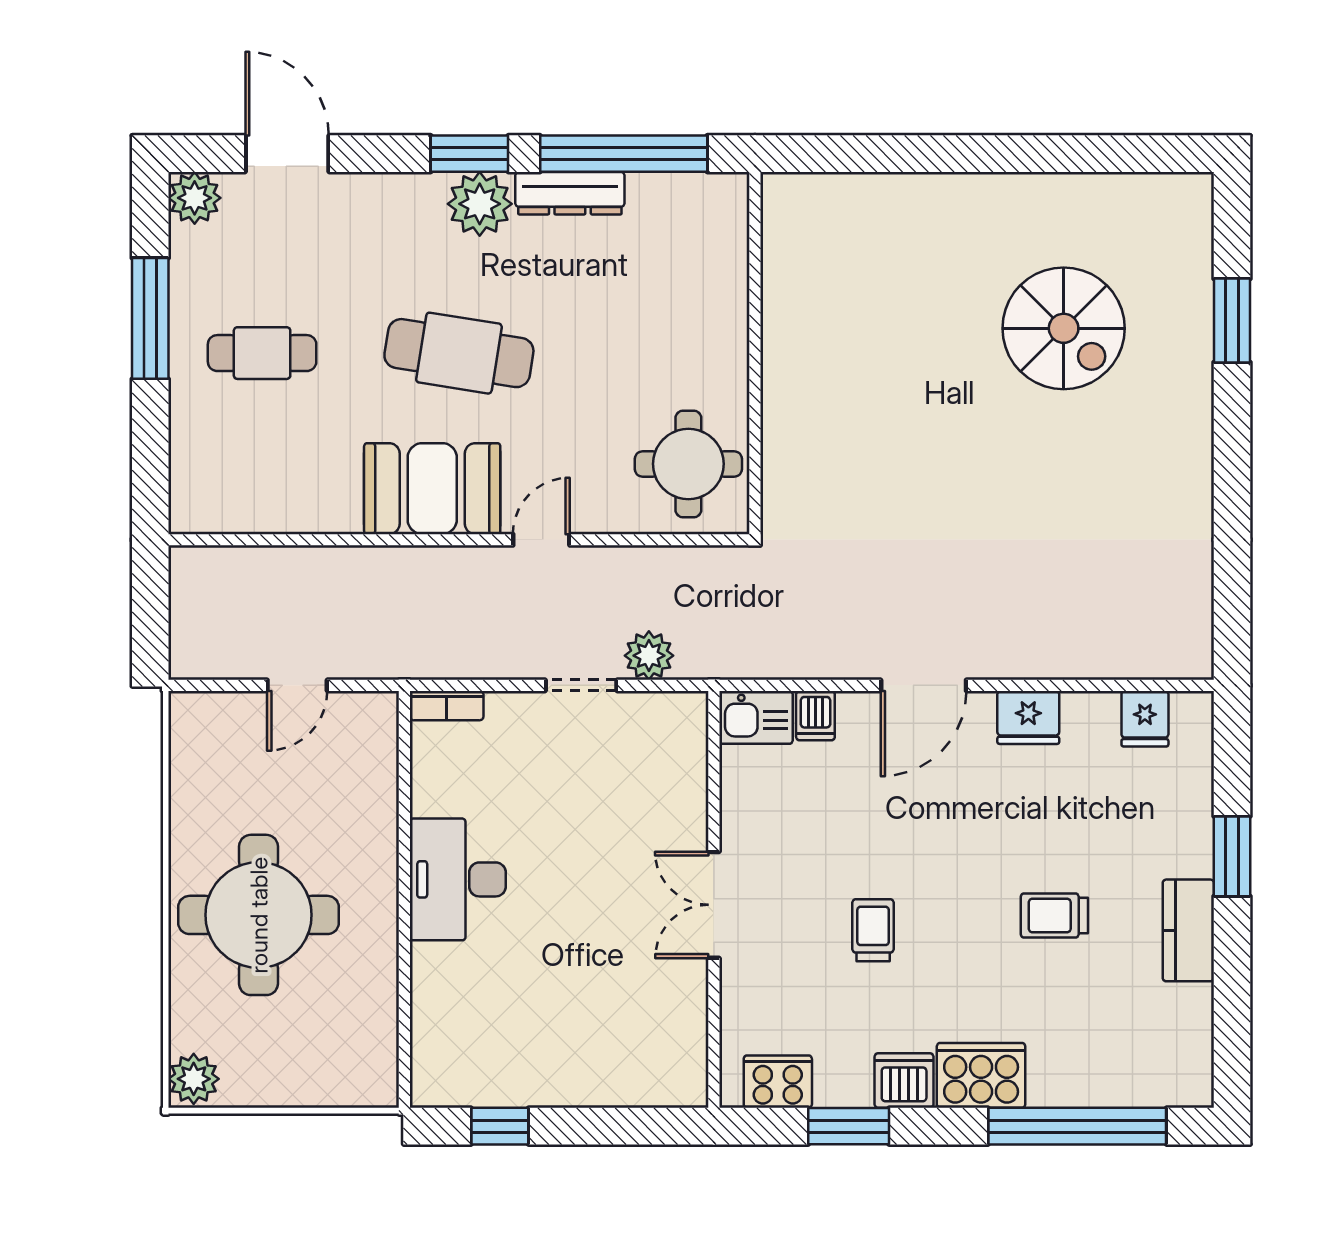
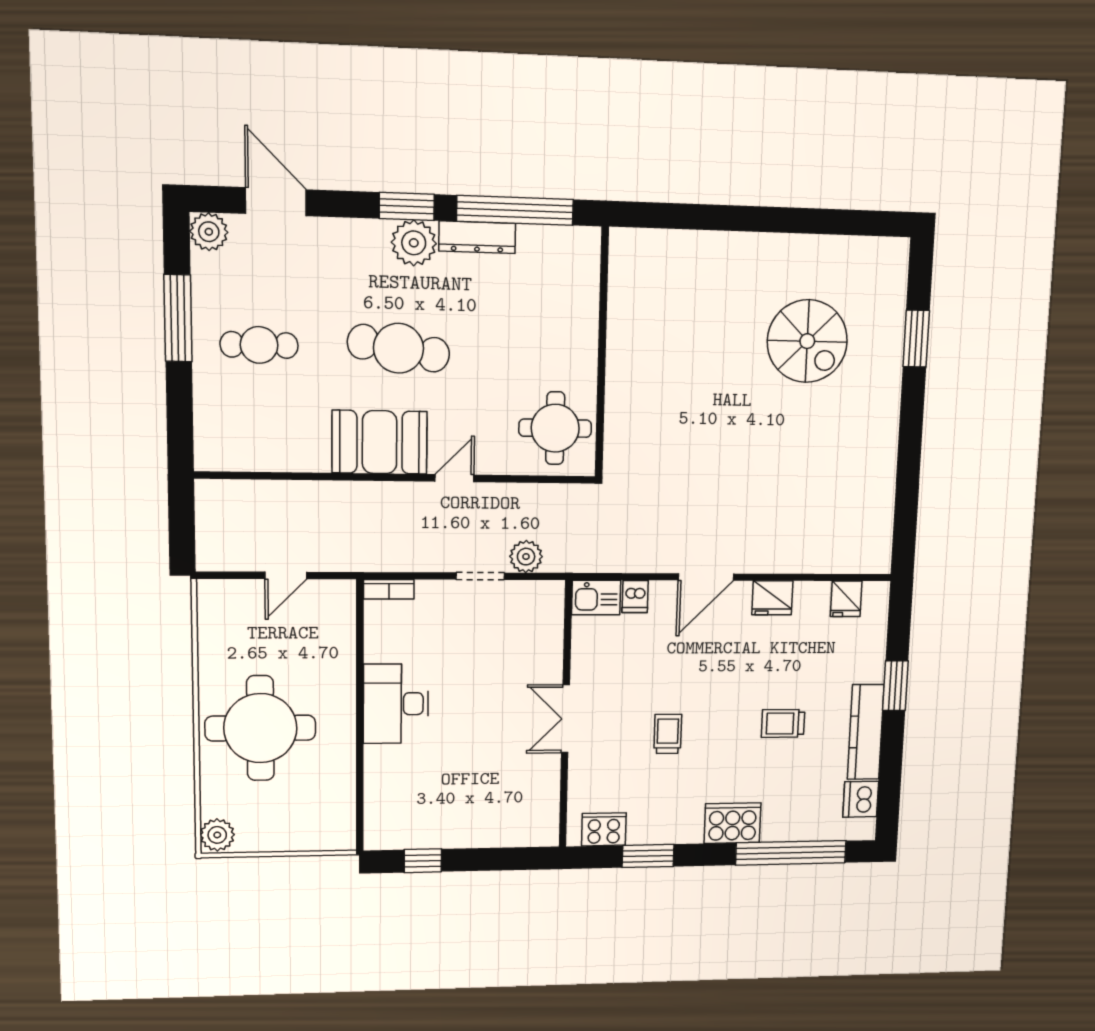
kitchen counter: (1188, 930) -> (866, 732), width x1.50
dishwasher: (904, 1080) -> (861, 799), moved, turned -90

